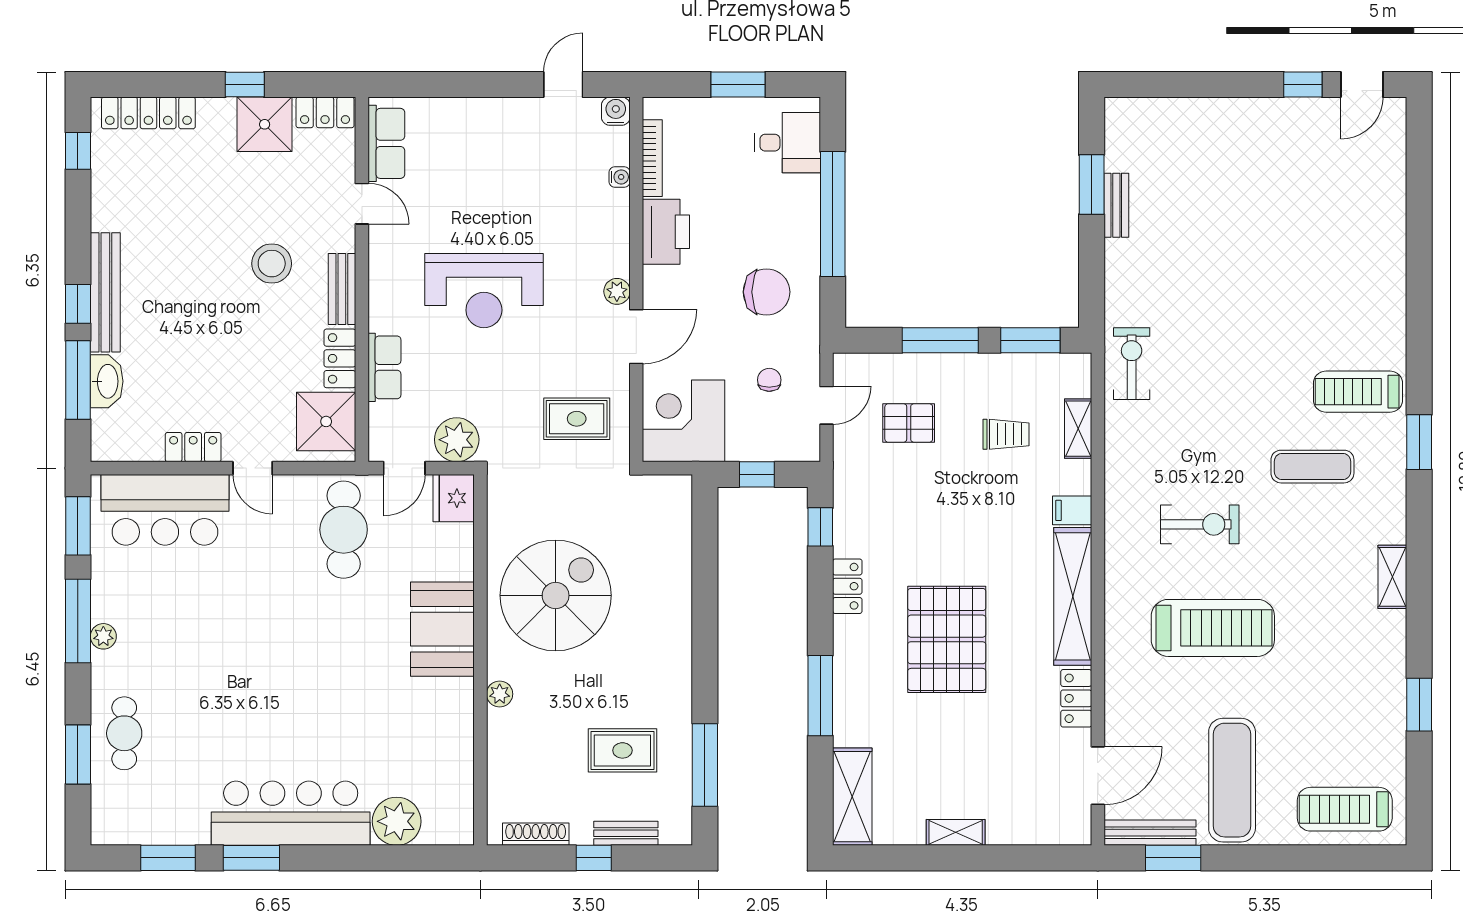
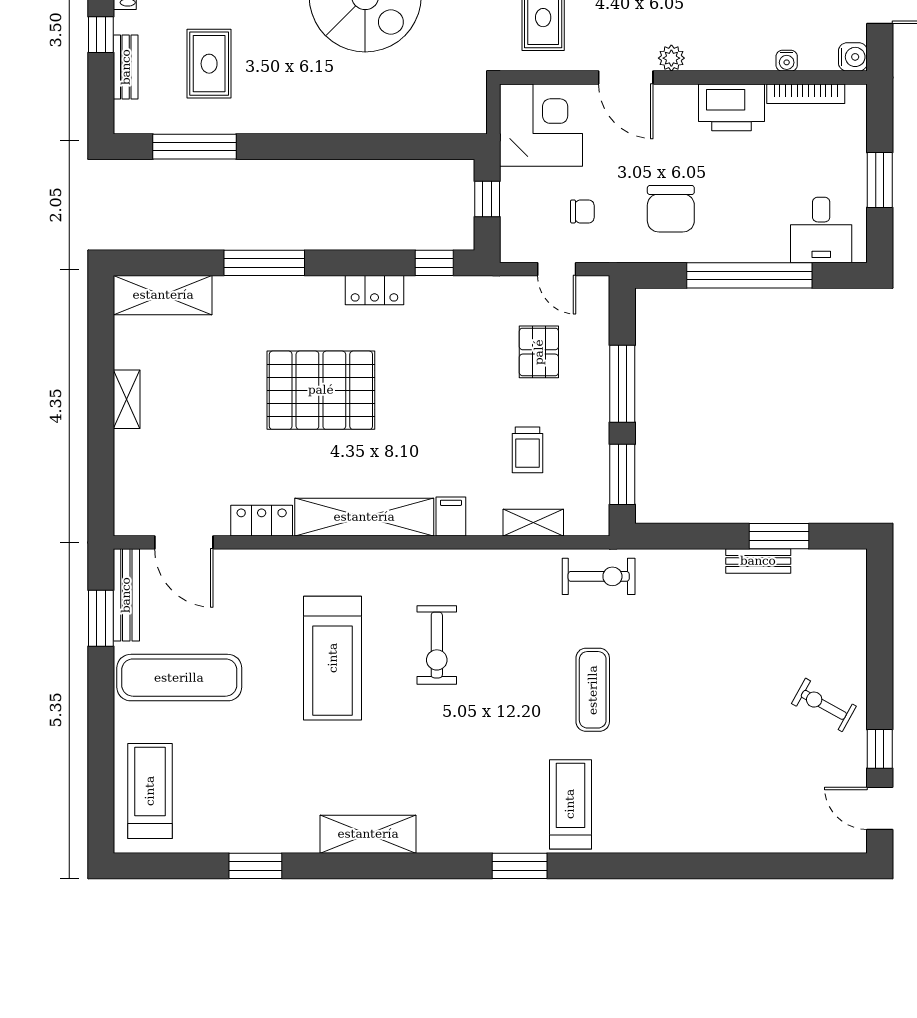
exercise bike: (1259, 140) -> (824, 705), added
exercise mat: (1312, 467) -> (593, 690), moved
shelving: (1392, 577) -> (368, 834), width x1.50, depth x1.33

